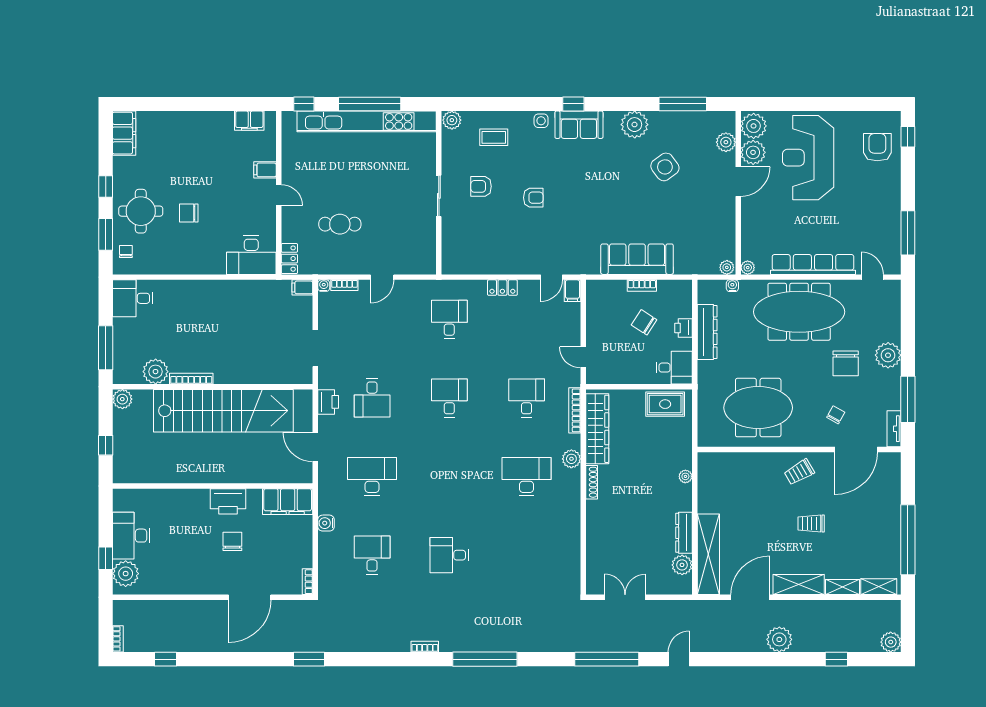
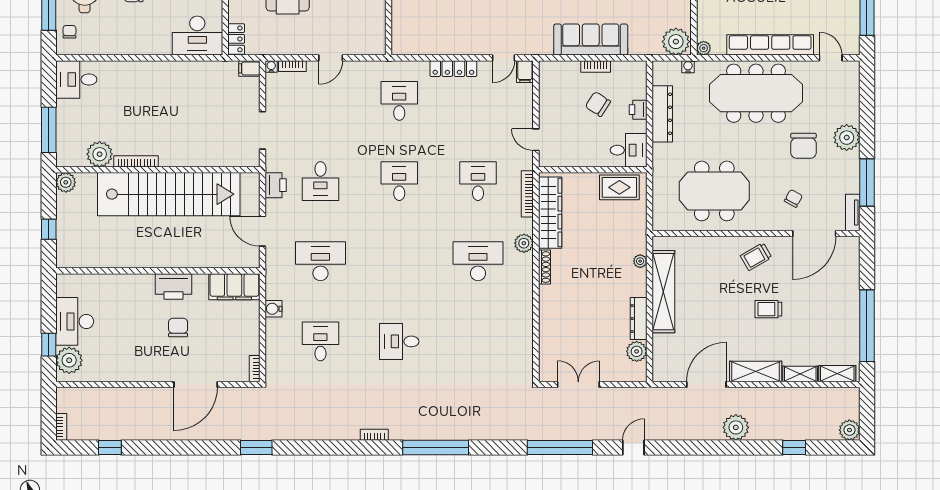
plant: (727, 267) -> (676, 42), width x1.87, depth x1.87
locker: (502, 288) -> (453, 69), width x1.53
shelving: (708, 554) -> (663, 292), moved

